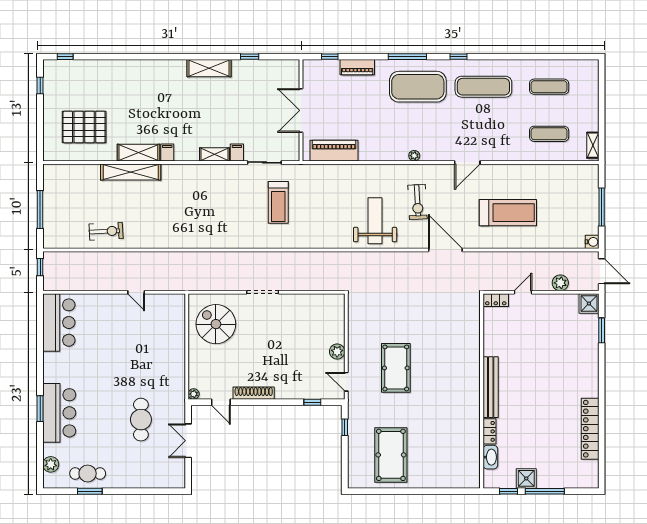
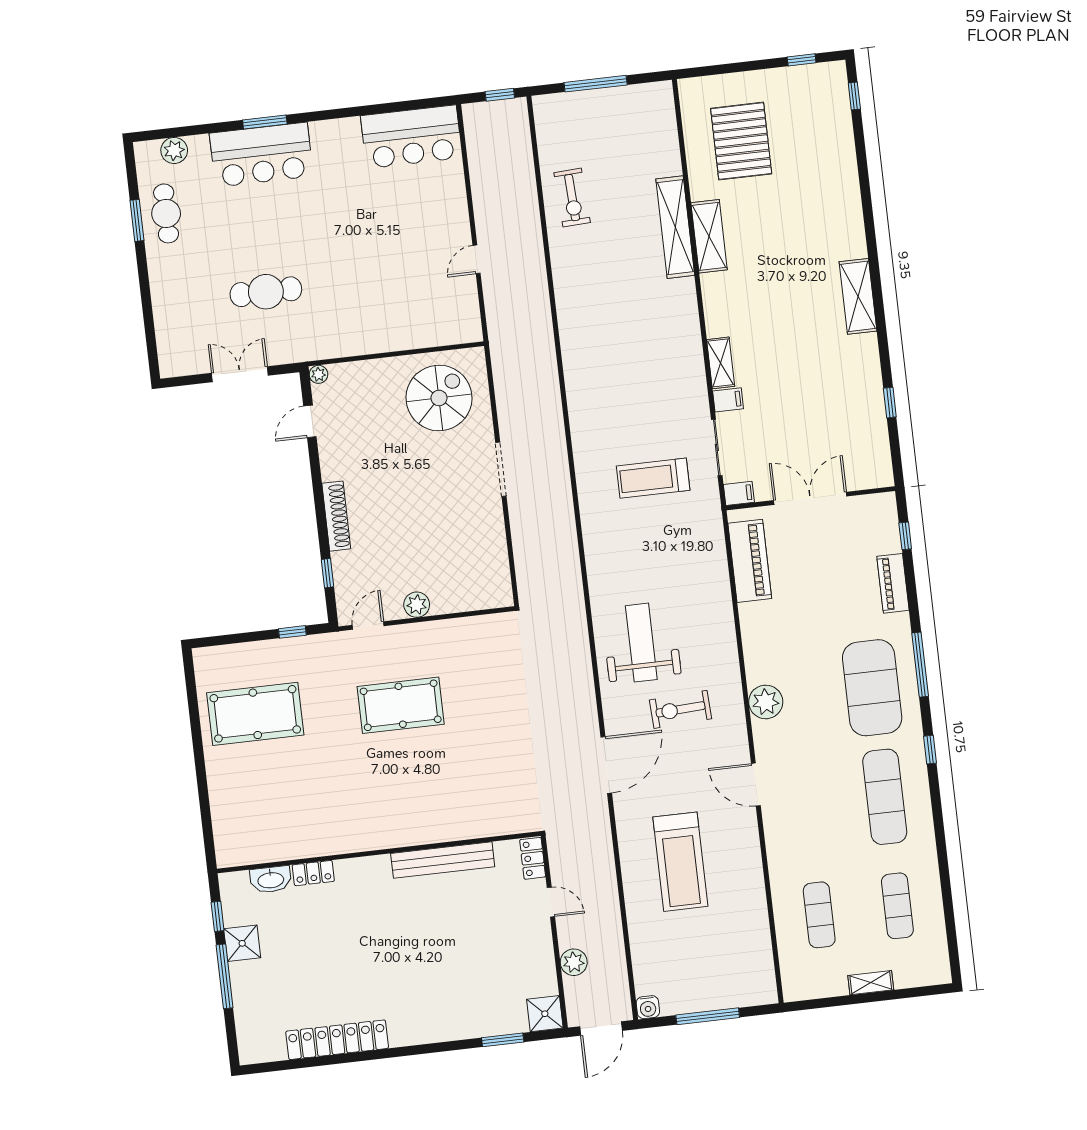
shelving: (209, 68) -> (858, 296), moved
shelving: (593, 145) -> (871, 983), moved
filing cabinet: (167, 152) -> (739, 493), moved
plant: (414, 156) -> (766, 702), width x1.87, depth x1.87
weight bench: (375, 221) -> (641, 643), turned -90
bench: (491, 387) -> (443, 860), moved
shoe rack: (254, 393) -> (336, 516), moved

